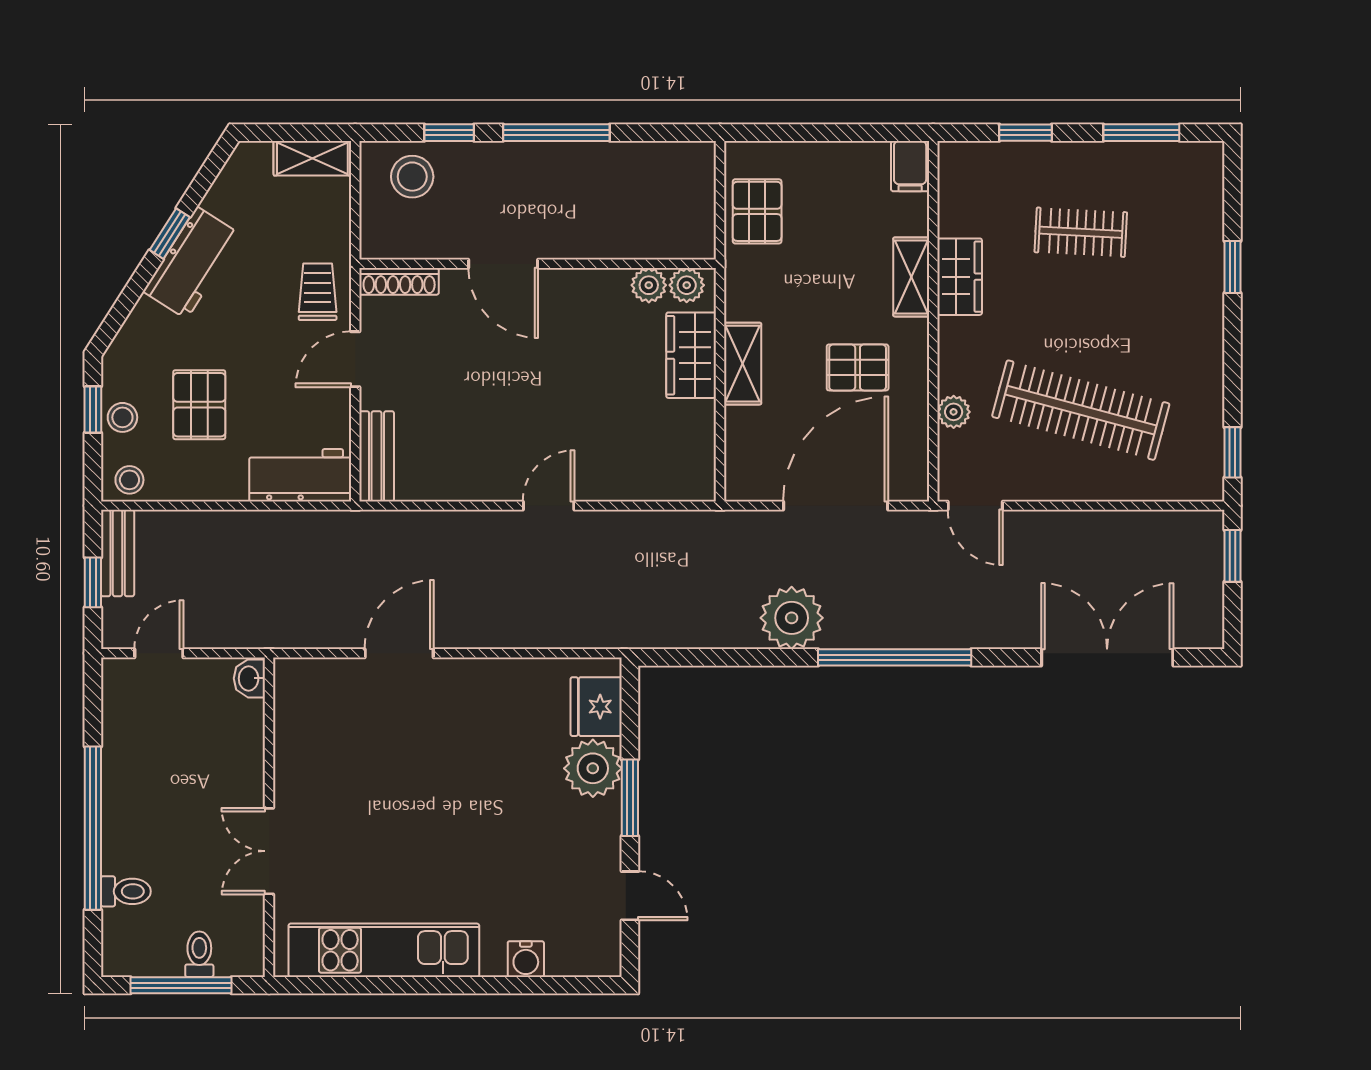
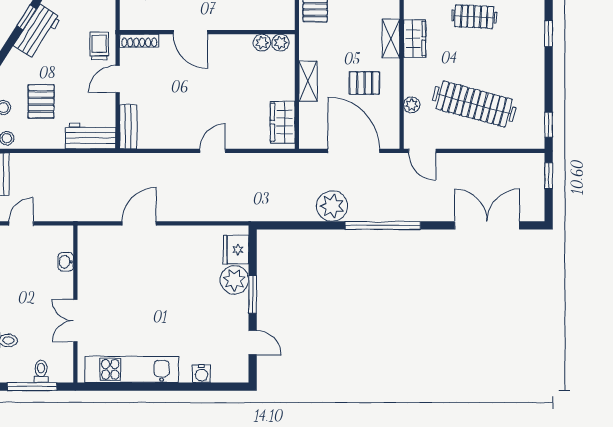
wardrobe: (691, 355) -> (283, 122), moved
door: (836, 506) -> (354, 151), hinge flipped
washbasin: (249, 678) -> (66, 262), moved

